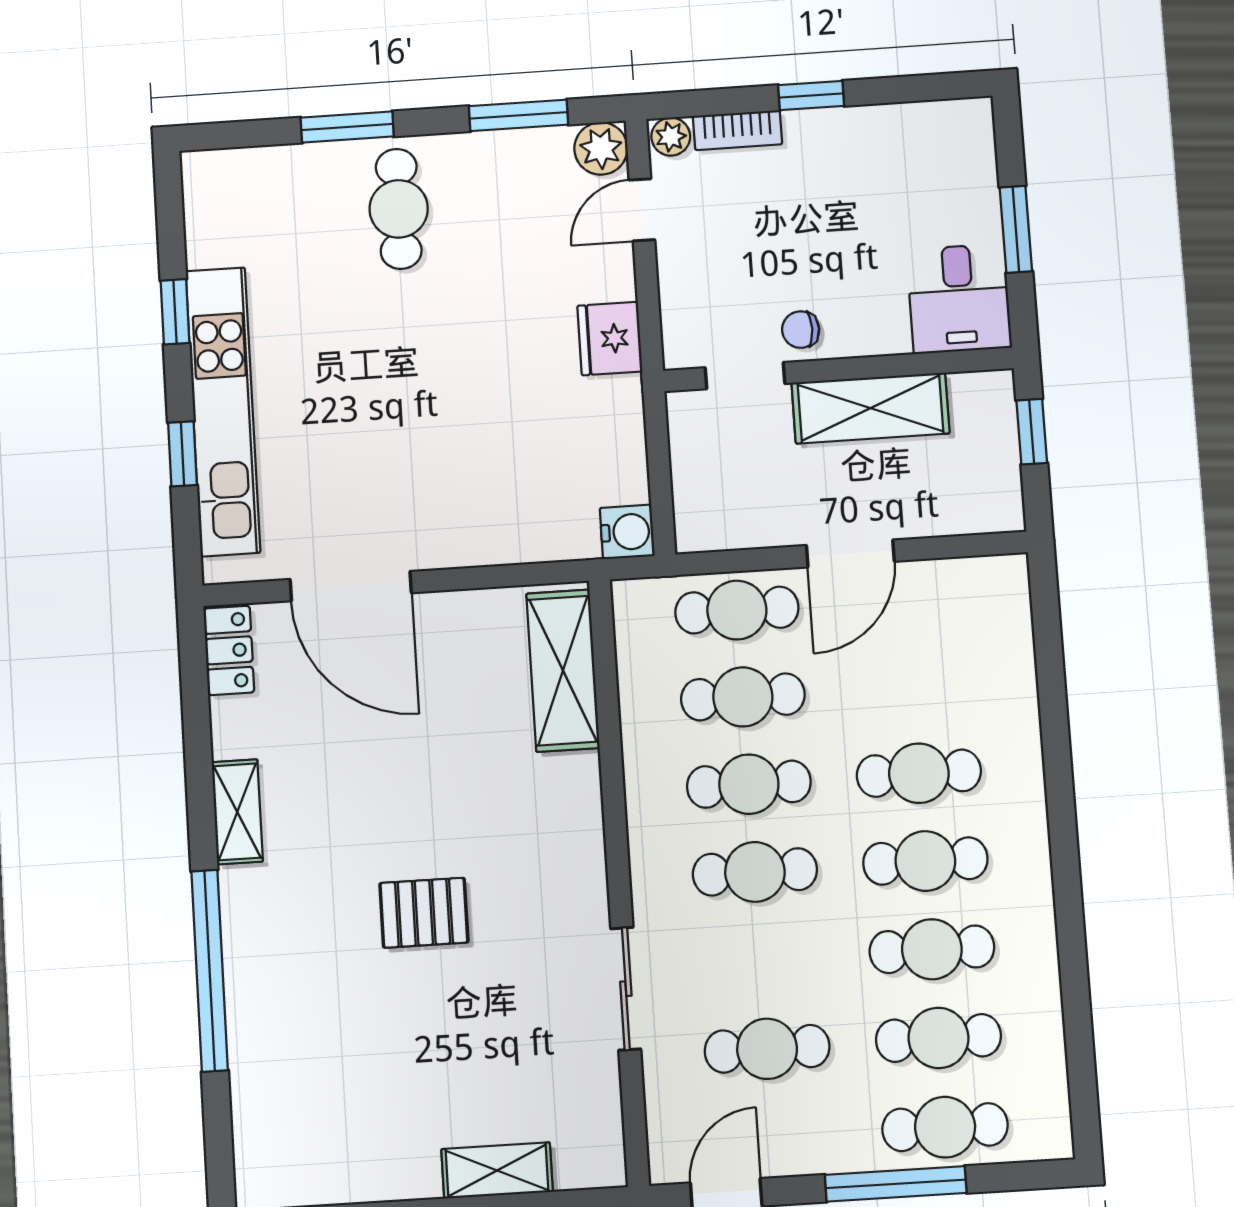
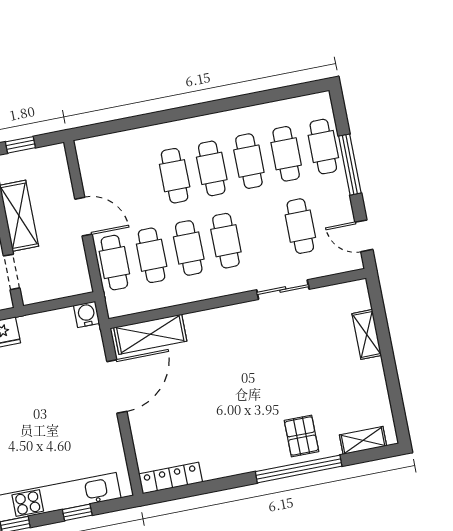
door: (351, 586) -> (117, 387), moved
locker: (229, 650) -> (171, 478), width x1.53
shelving: (237, 812) -> (363, 440), moved
pallet: (424, 913) -> (301, 436), moved

